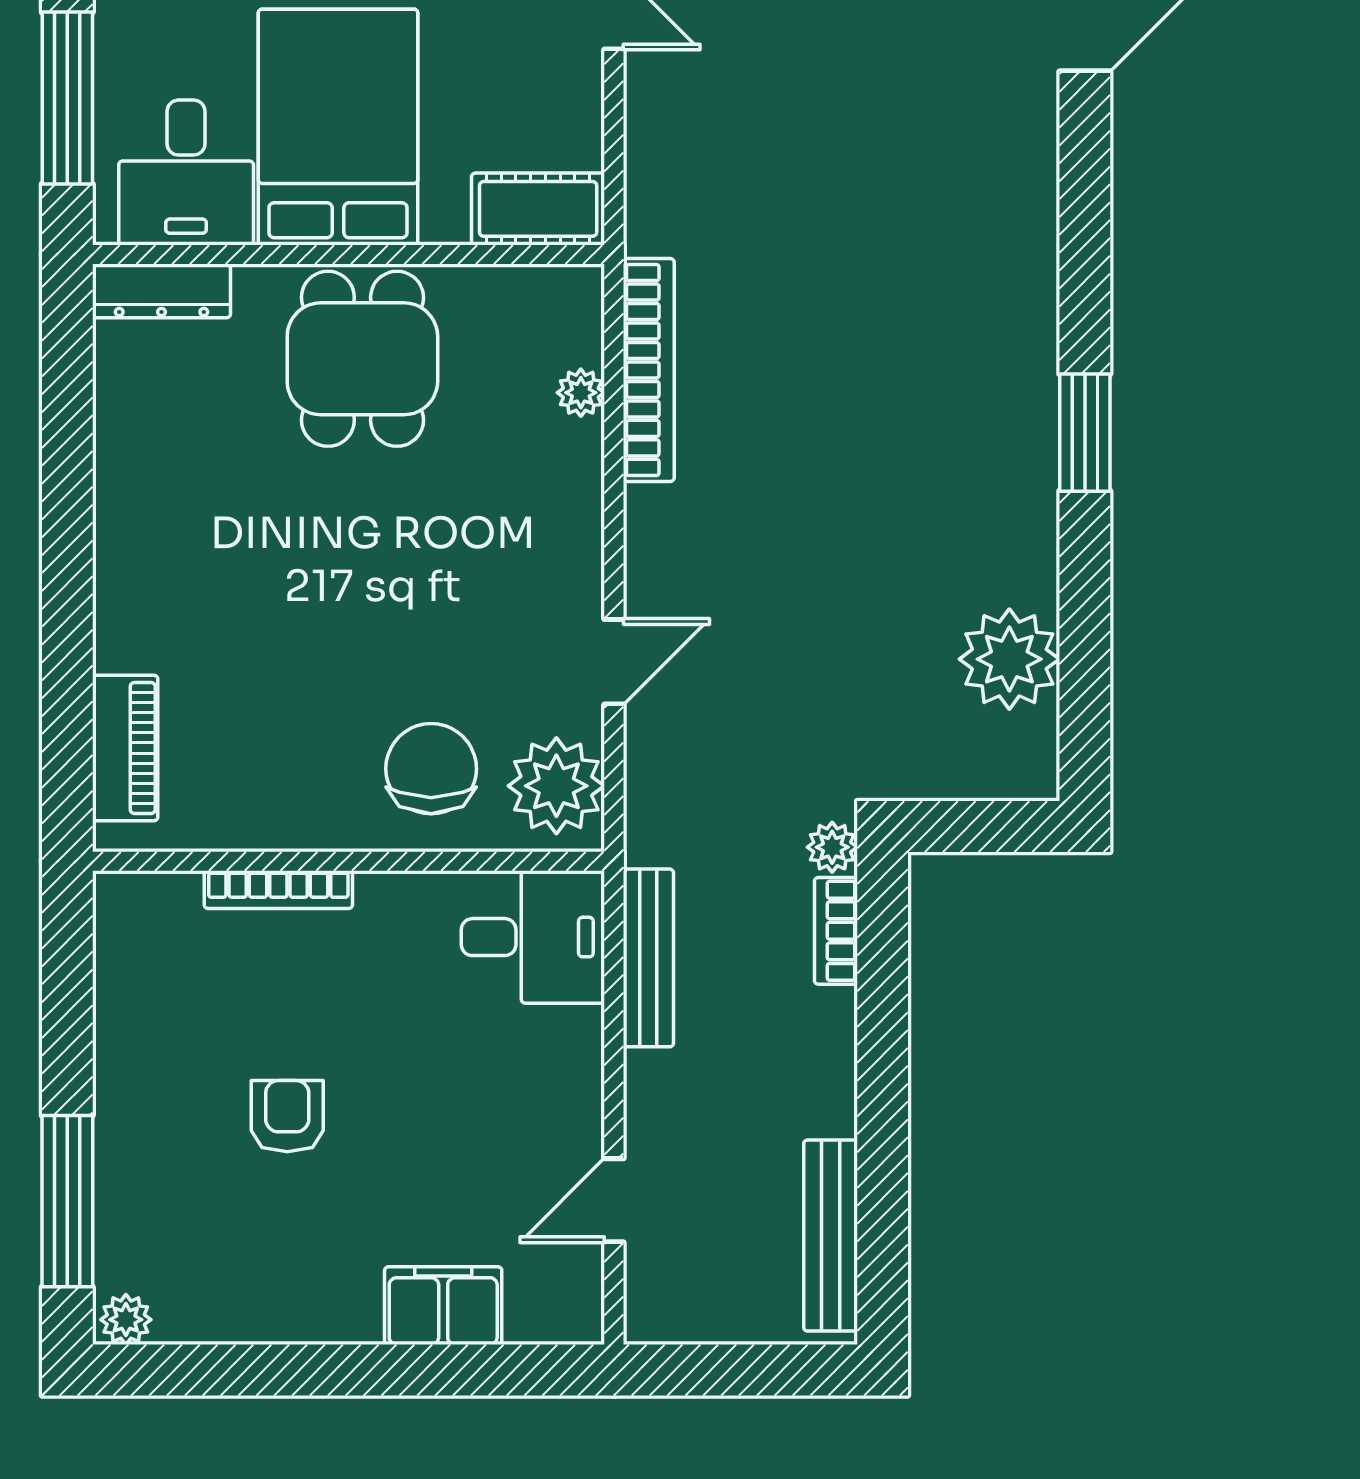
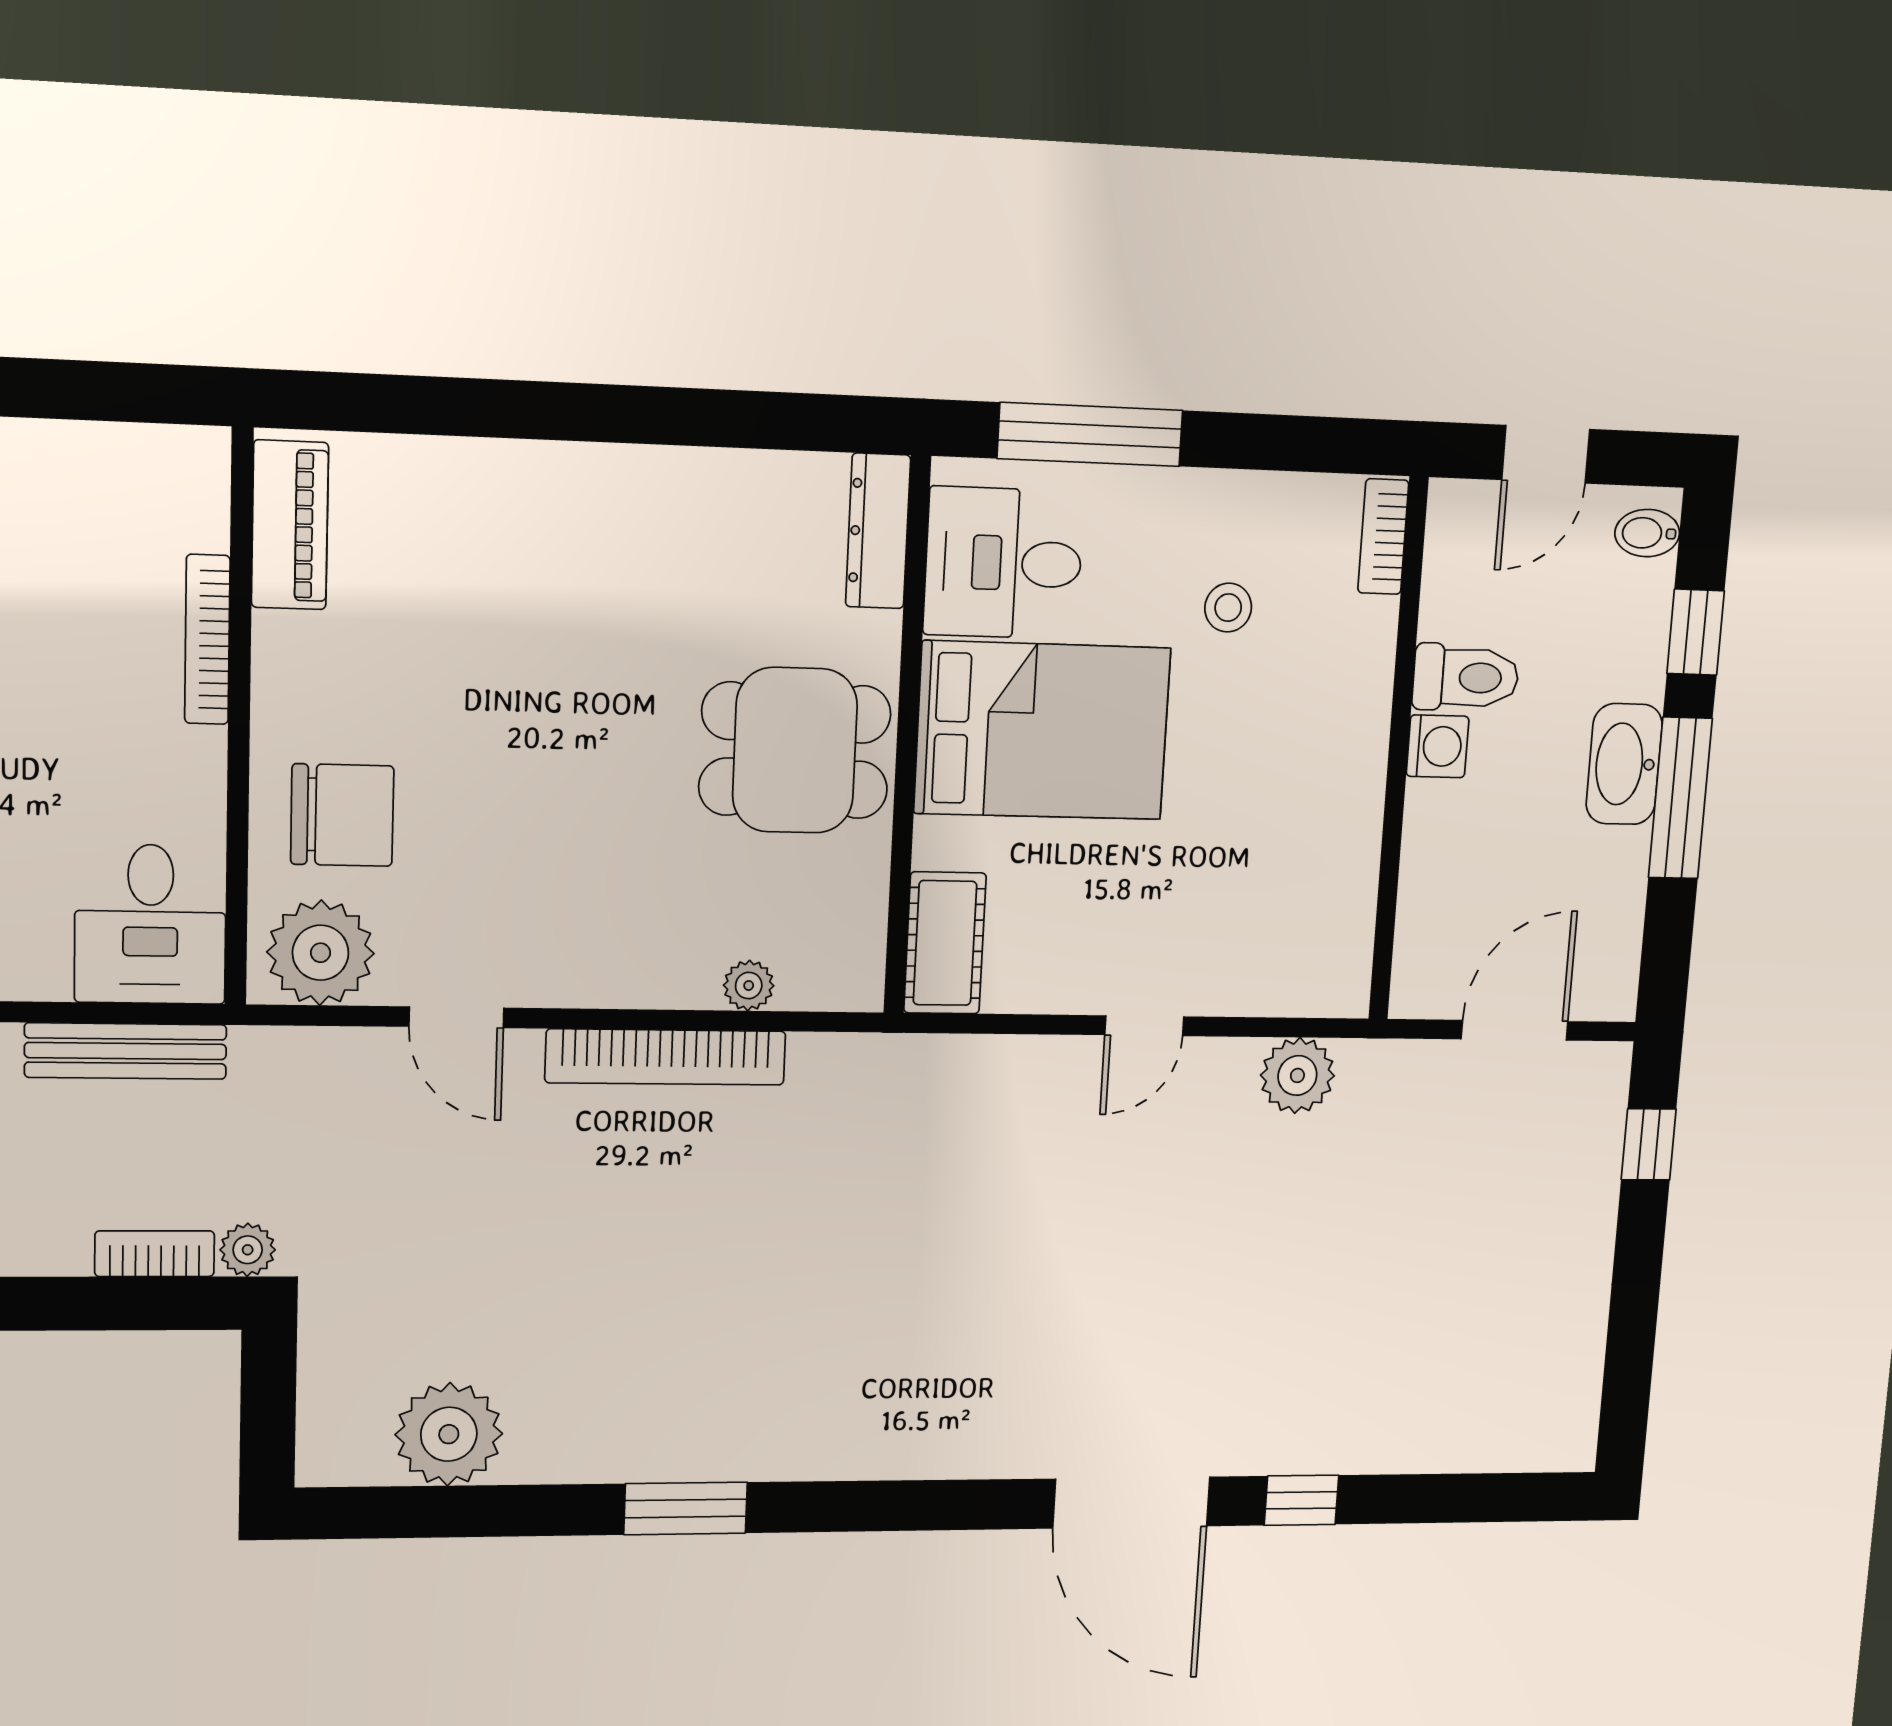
bookcase: (649, 370) -> (666, 1057), moved
piano: (125, 748) -> (290, 525), moved, turned -90

